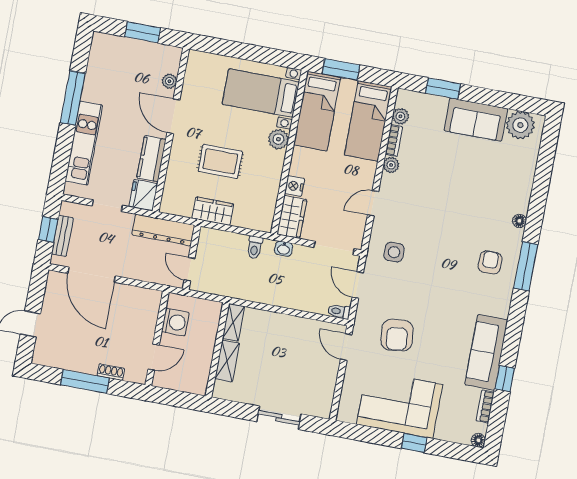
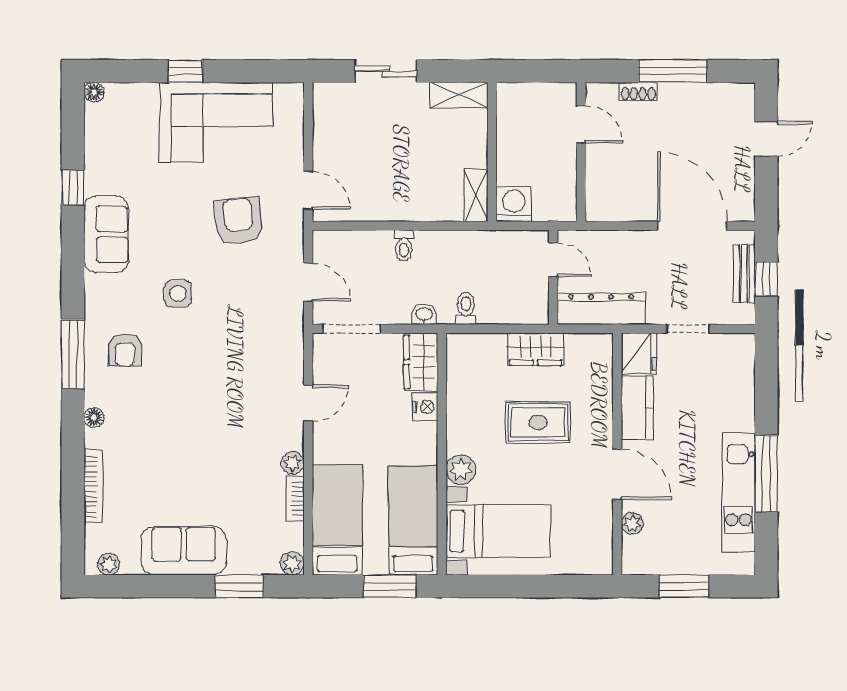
plant: (400, 116) -> (292, 563), moved
plant: (520, 125) -> (109, 564), width x0.53, depth x0.53
kitchen unit: (84, 143) -> (738, 492), moved
side table: (394, 252) -> (178, 294), moved
toilet: (339, 311) -> (404, 245), moved, turned 90
washing machine: (175, 322) -> (514, 204), moved, turned 90
sofa: (486, 352) -> (106, 234), width x0.73
door: (154, 357) -> (581, 124), swing flipped
shelving: (227, 361) -> (459, 95), moved, turned 90
bookcase: (485, 406) -> (93, 486), moved, width x1.56

